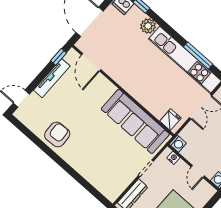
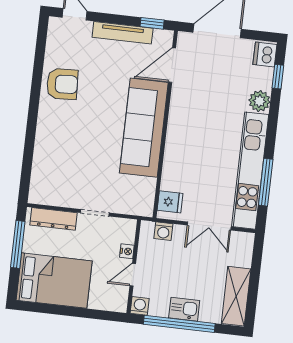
sofa: (135, 121) -> (144, 128), moved
washing machine: (178, 144) -> (163, 231), moved
nightstand: (173, 158) -> (127, 251), moved

